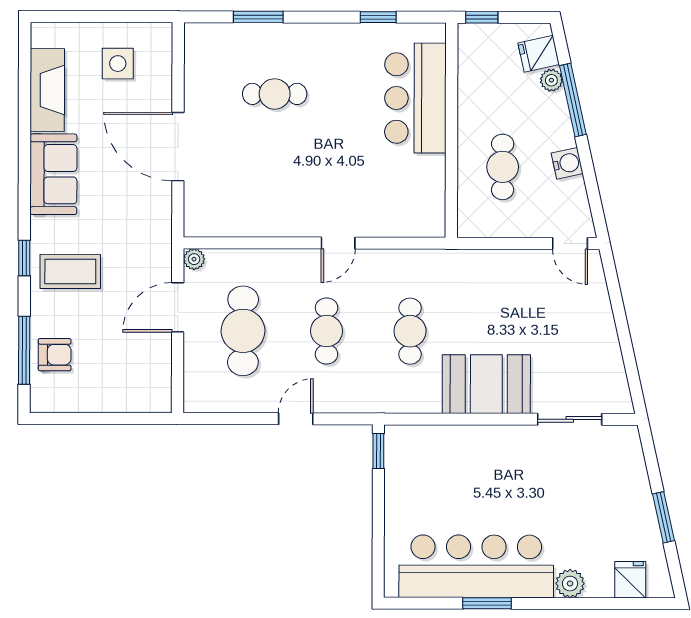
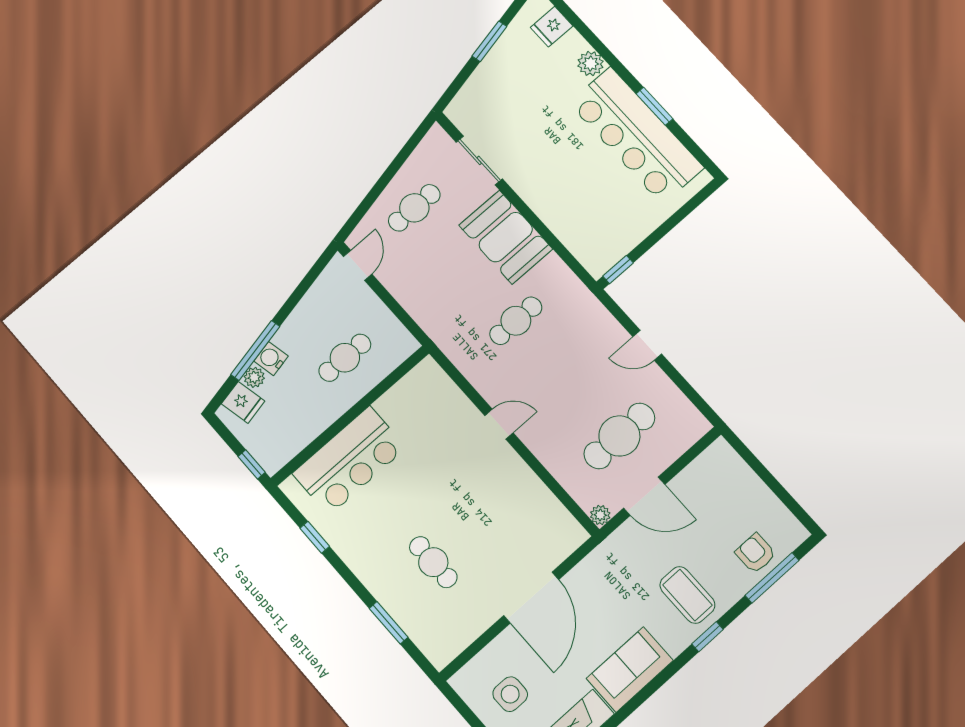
water cooler: (567, 163) -> (271, 358), moved
cafe table: (327, 331) -> (414, 208), moved

